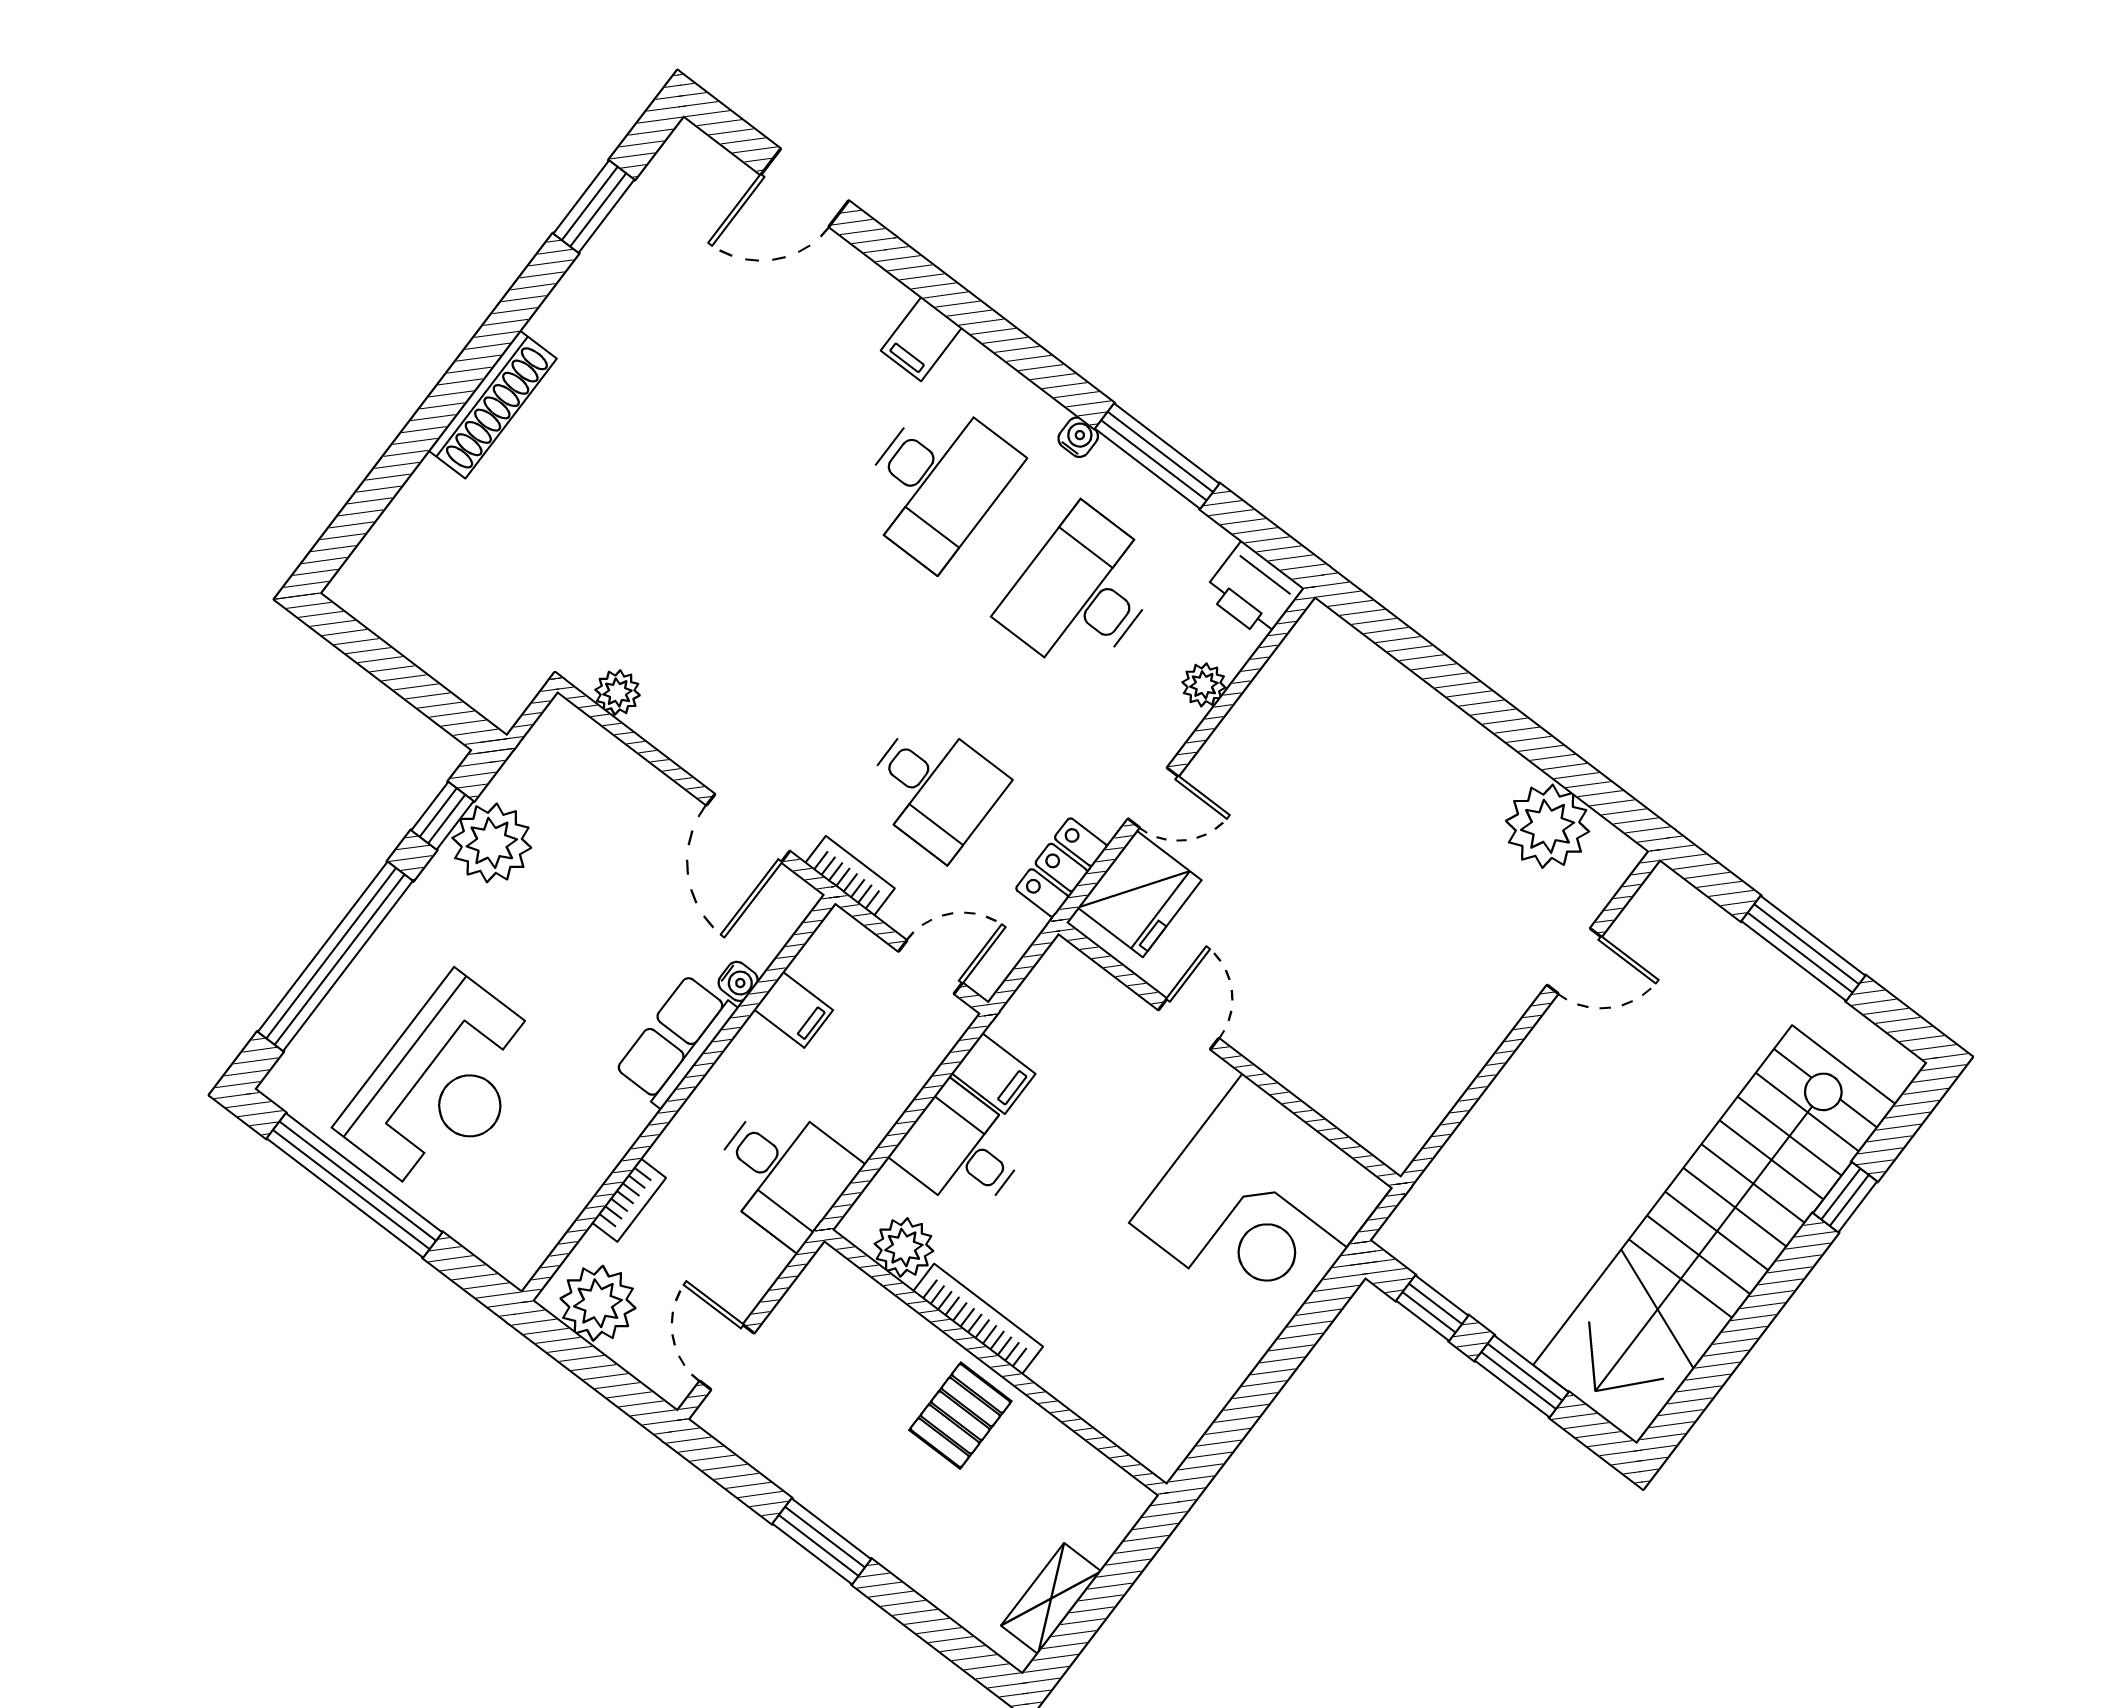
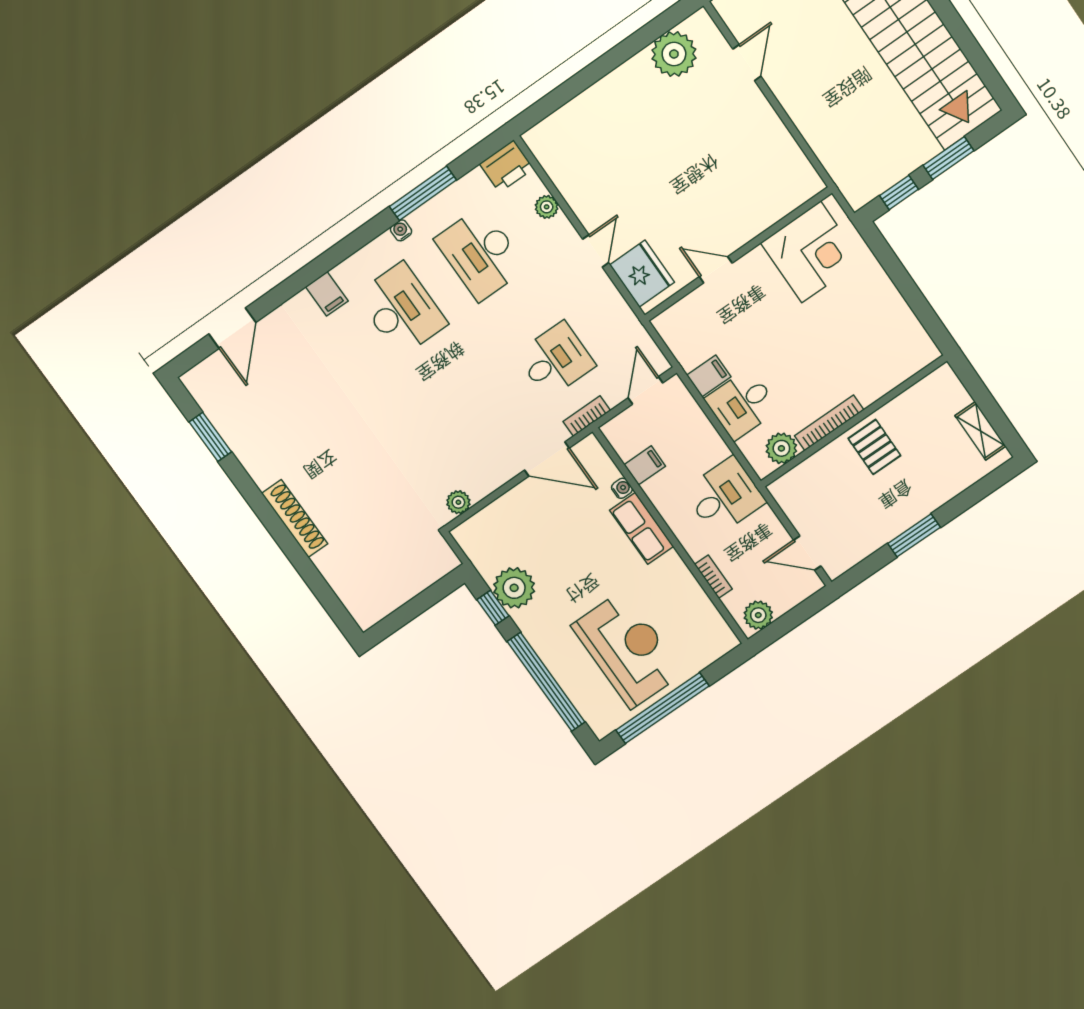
locker: (1062, 868) -> (616, 309), removed
corner desk: (1261, 1205) -> (811, 252), width x0.74, depth x0.74
plant: (598, 1303) -> (758, 615), width x0.73, depth x0.73

